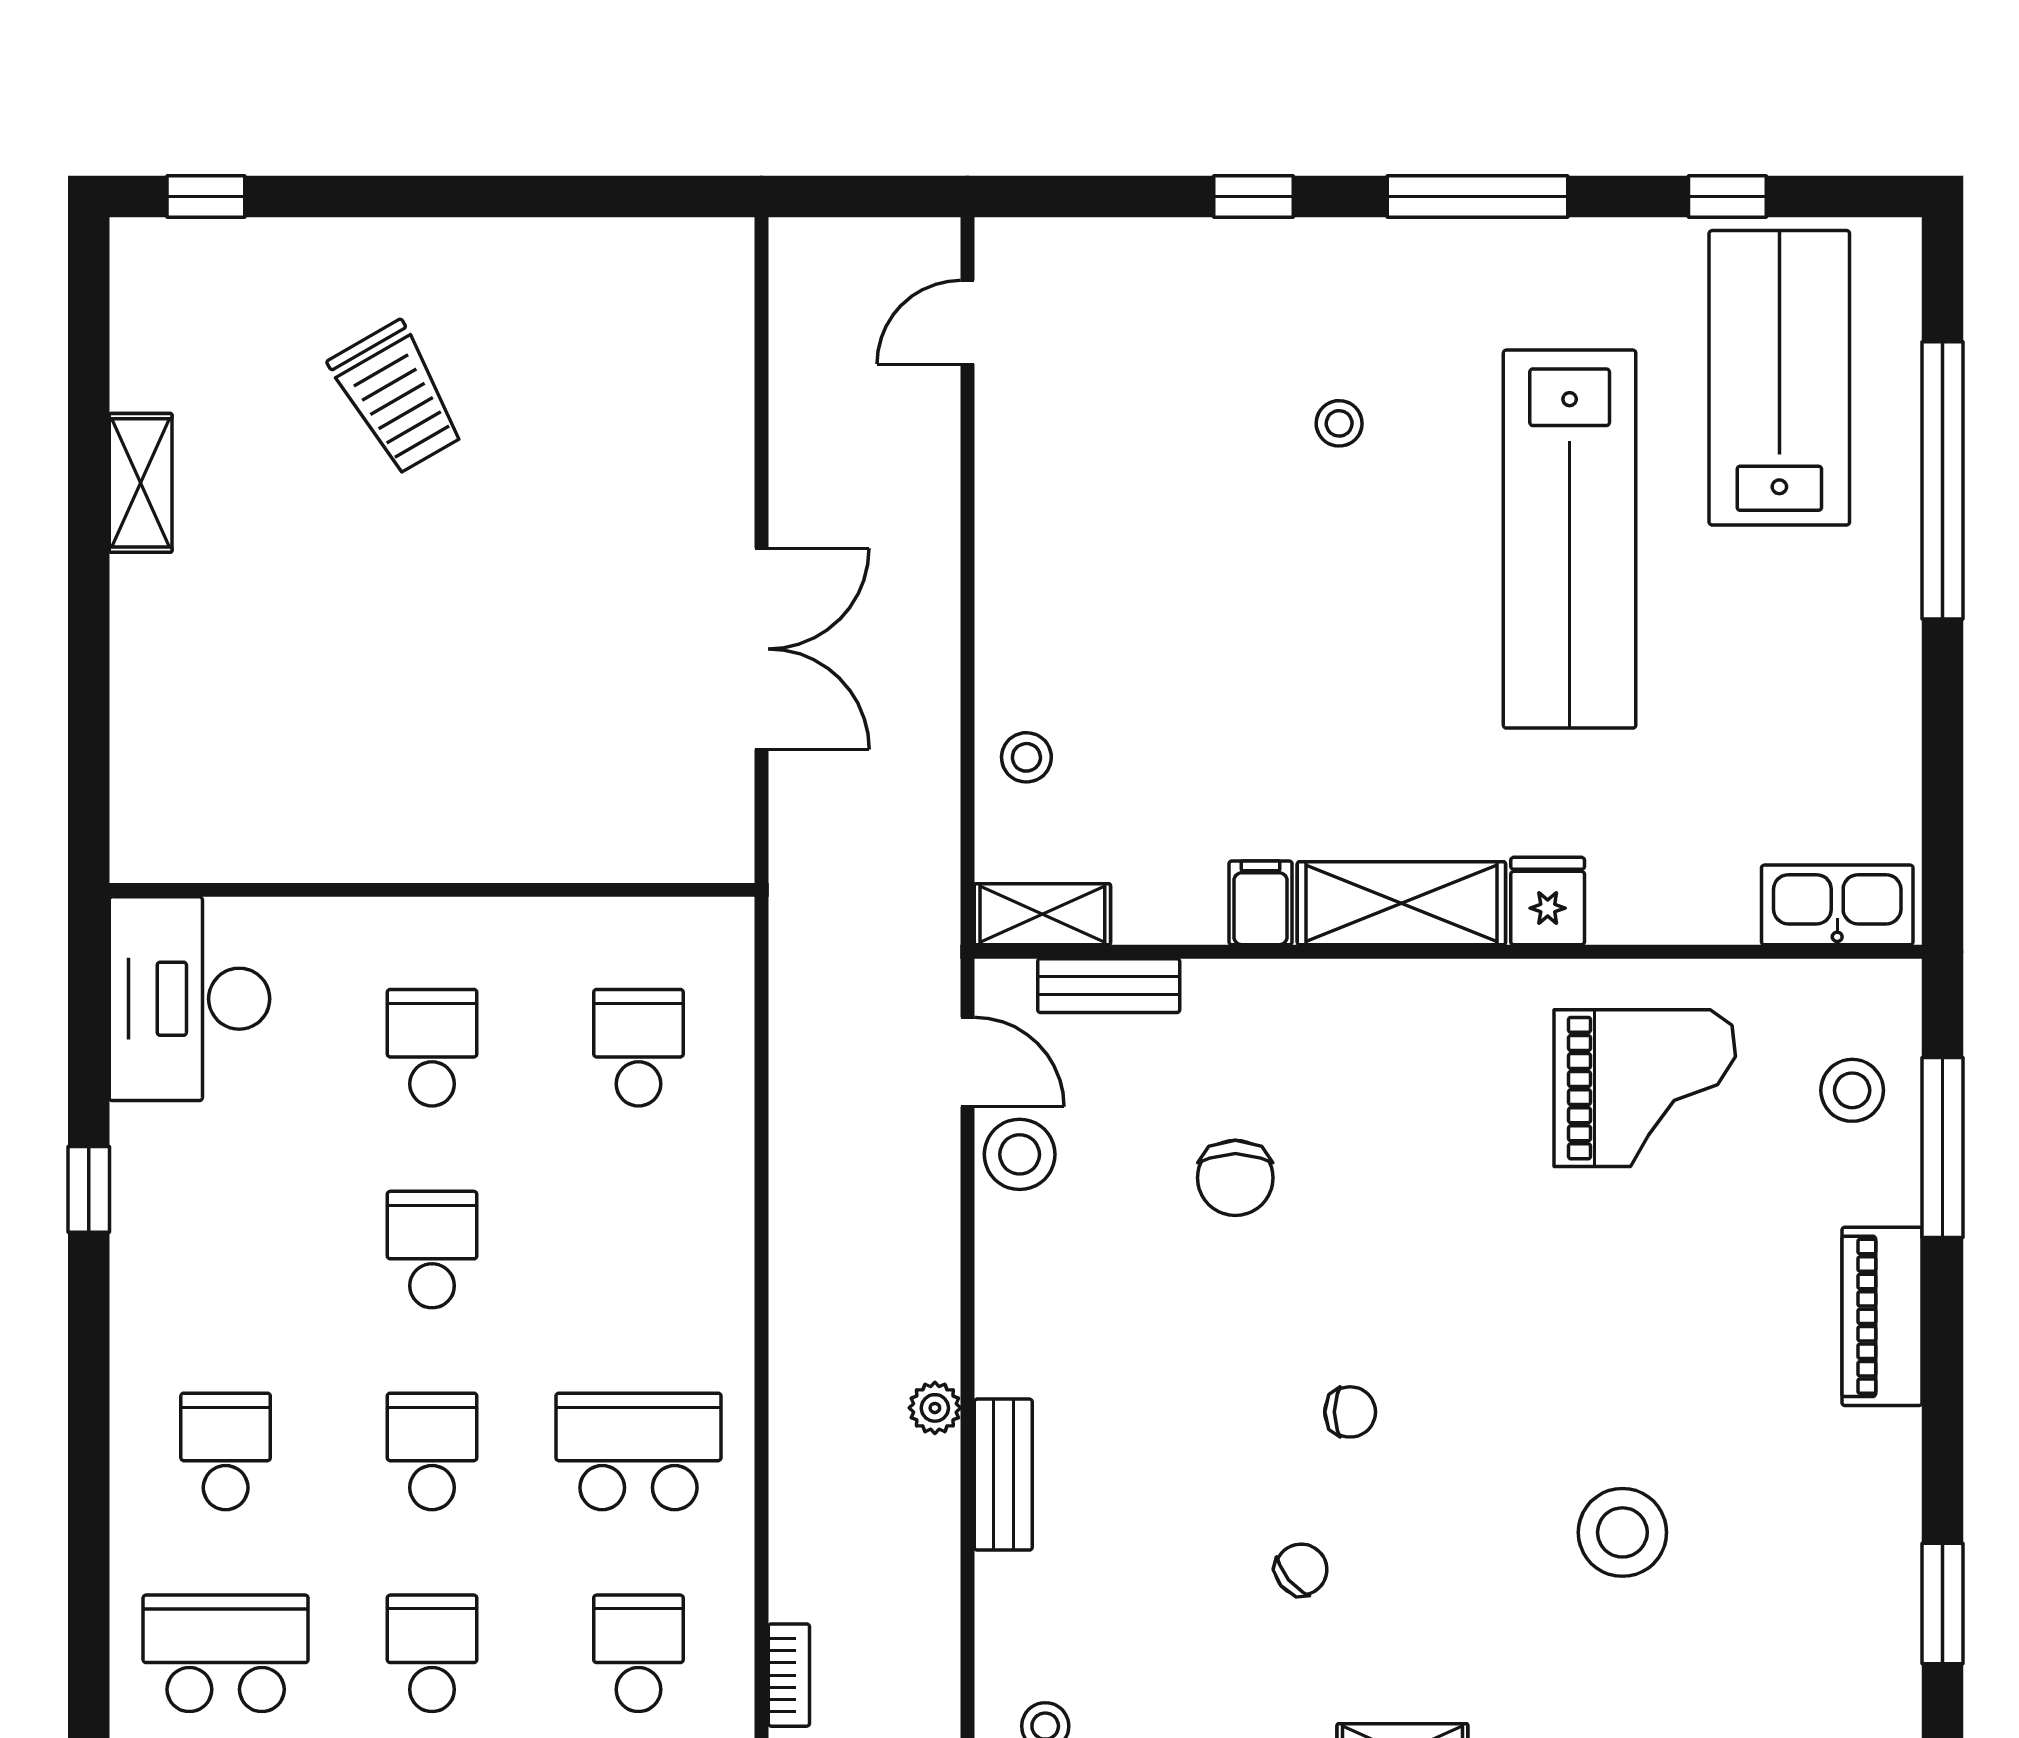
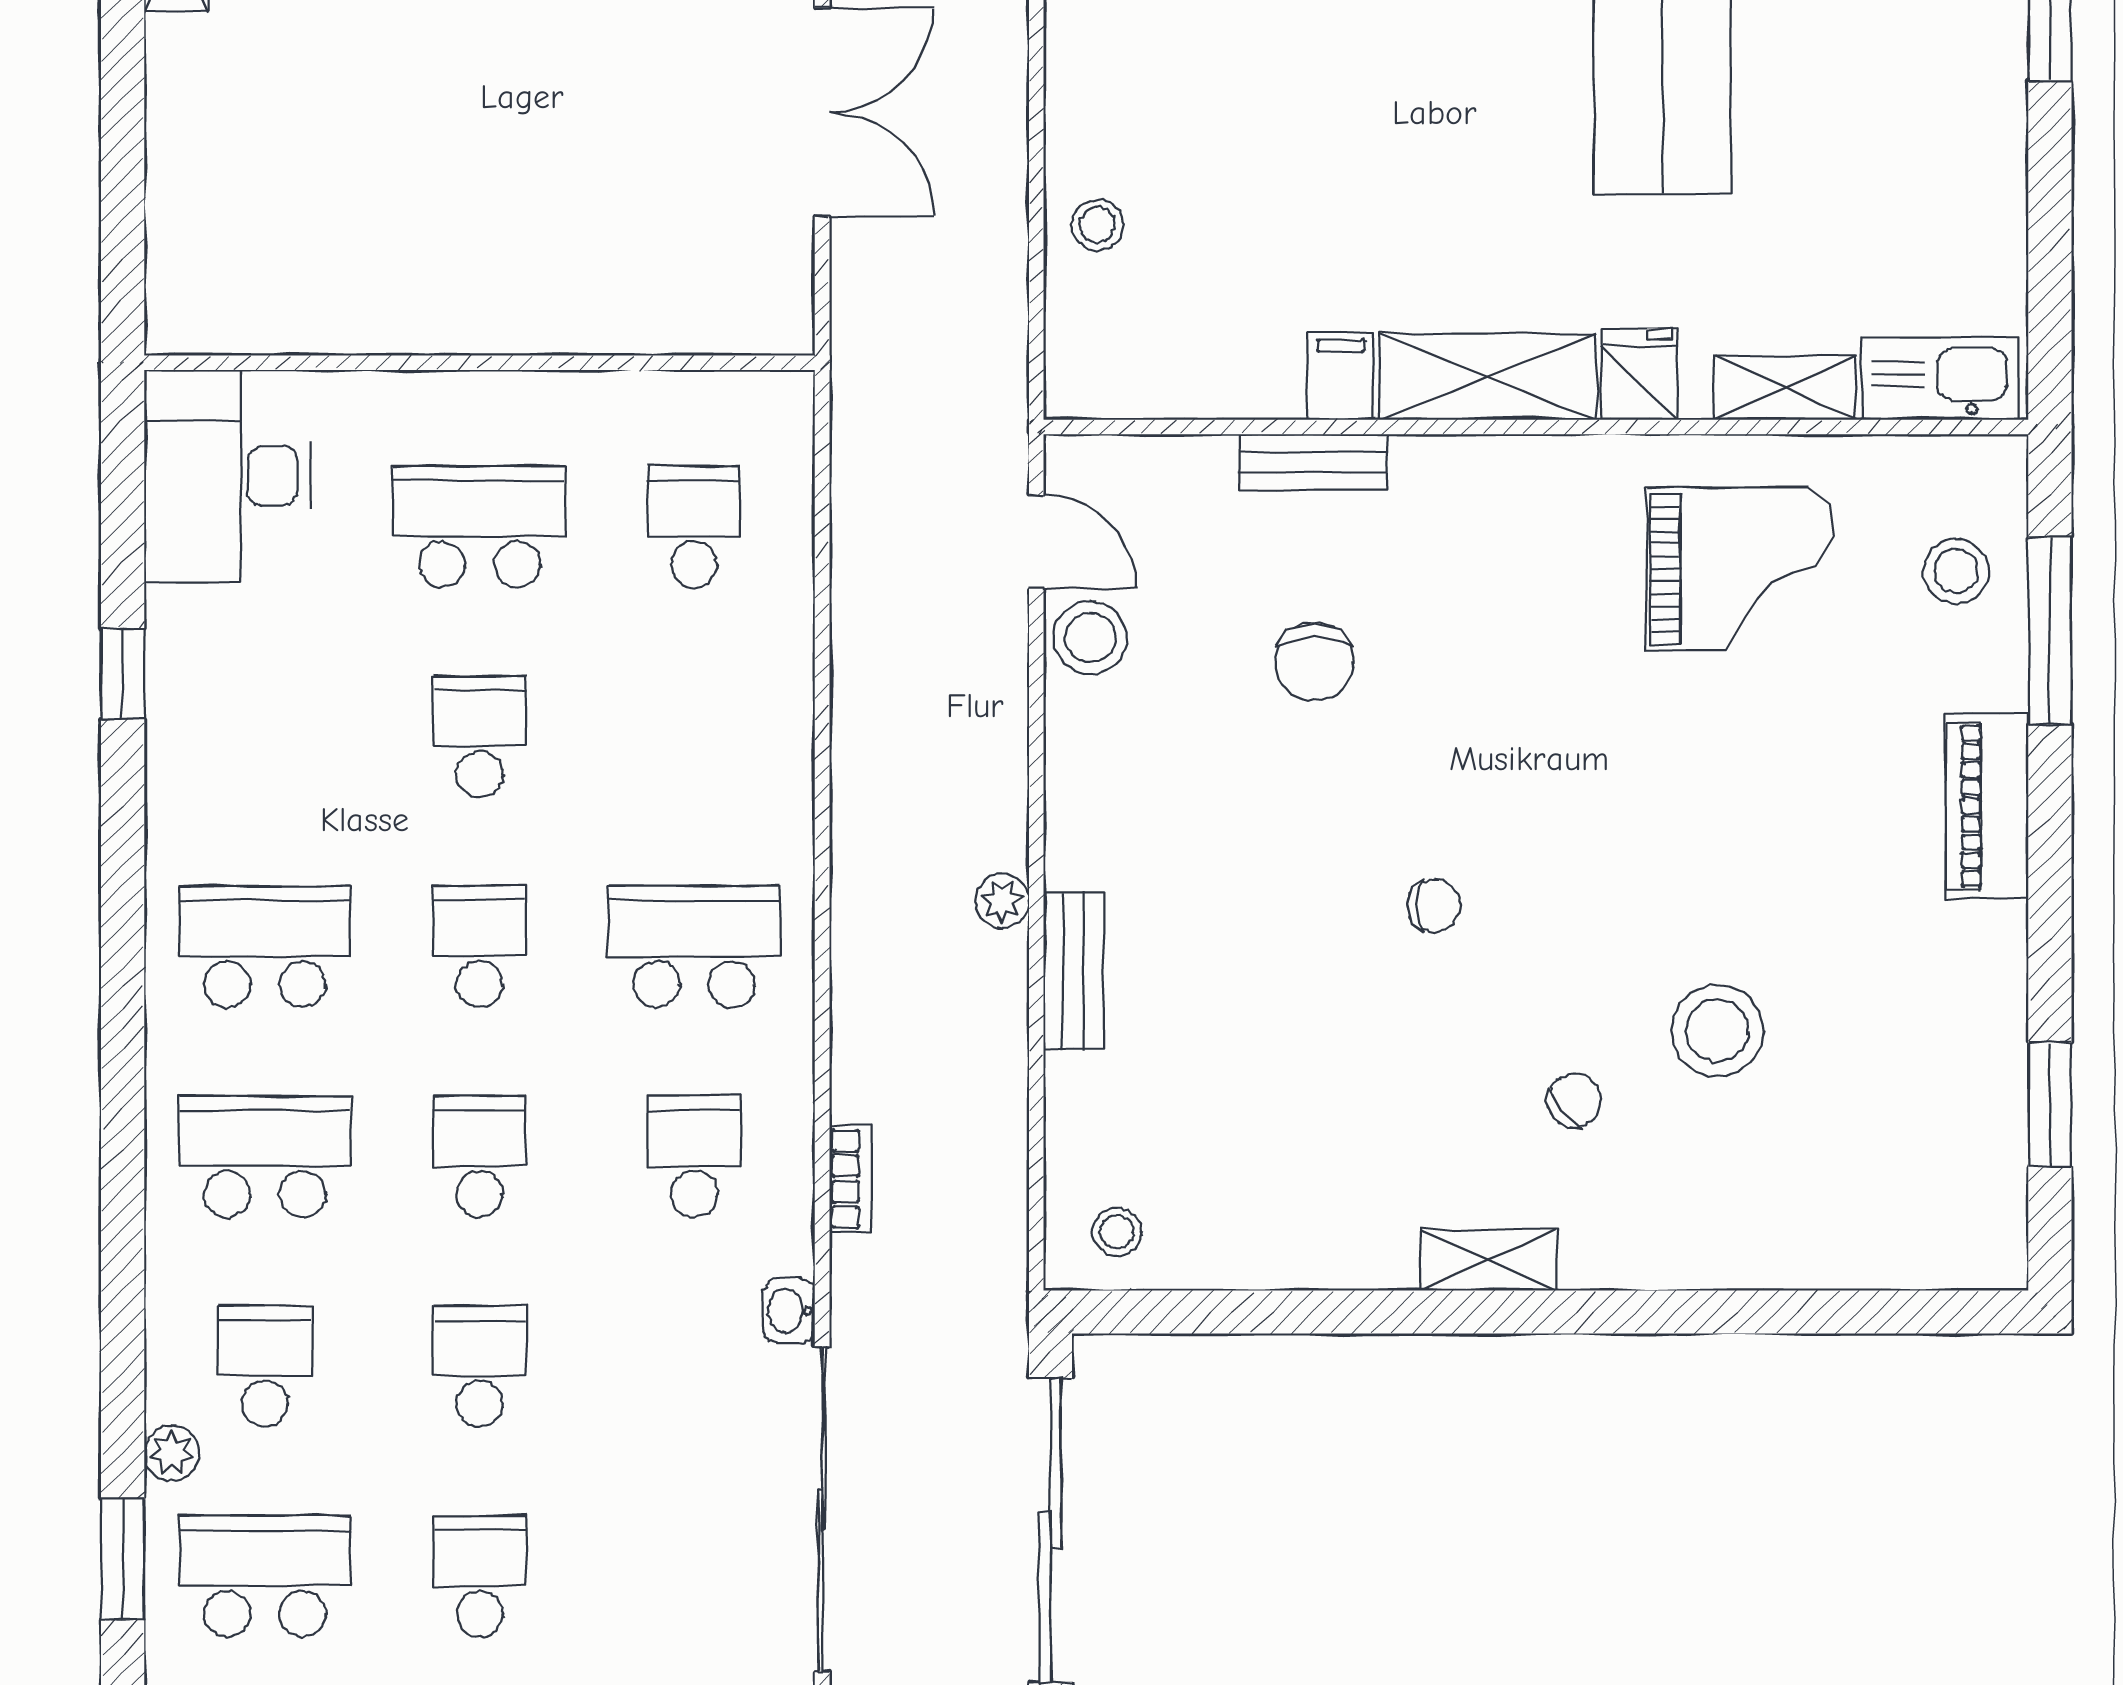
shelving: (1042, 914) -> (1785, 388), moved
bench: (1109, 986) -> (1313, 462), moved
school desk: (432, 1048) -> (480, 527), width x1.85
school desk: (226, 1451) -> (265, 947), width x1.85
chair: (1301, 1570) -> (1574, 1100), moved

